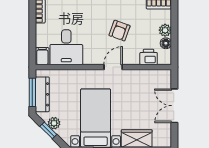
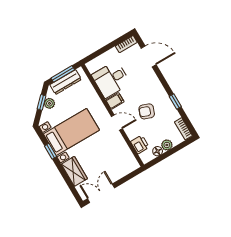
filing cabinet: (42, 56) -> (115, 101), moved
double door: (174, 106) -> (101, 193), moved

